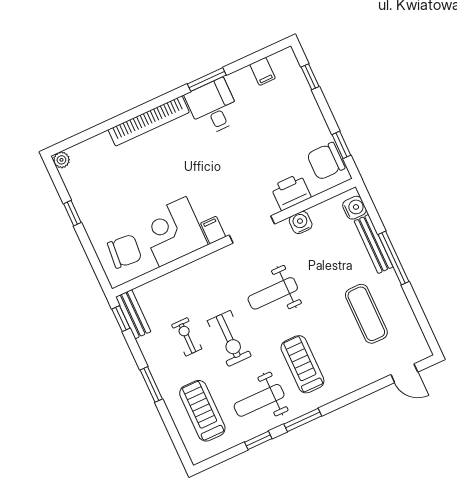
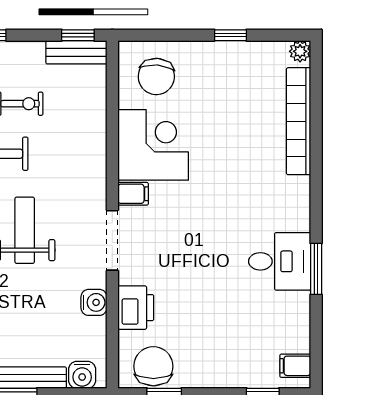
filing cabinet: (263, 71) -> (295, 366), moved
bookcase: (149, 121) -> (299, 121), moved

